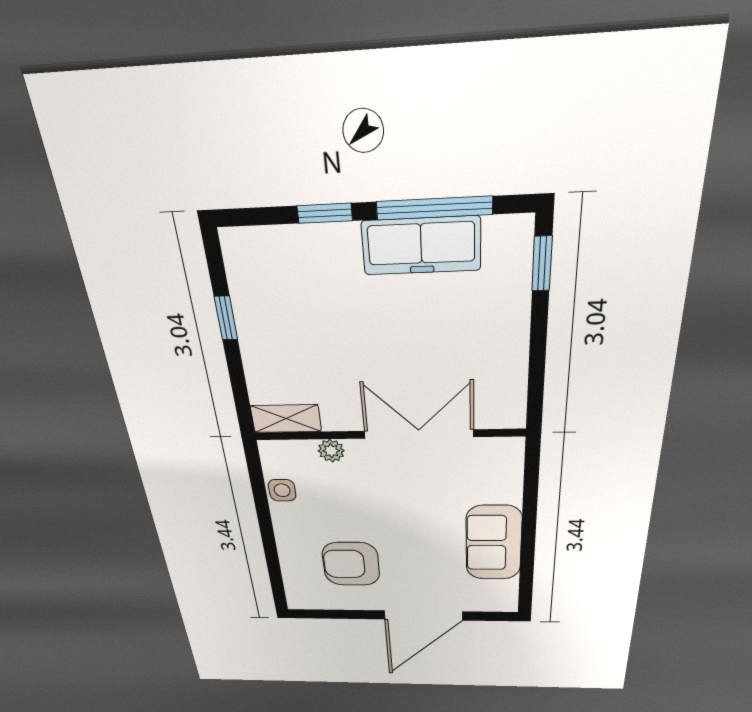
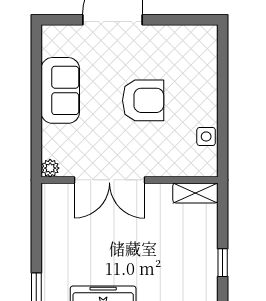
plant: (331, 451) -> (50, 168), moved
armchair: (351, 564) -> (143, 100), moved

